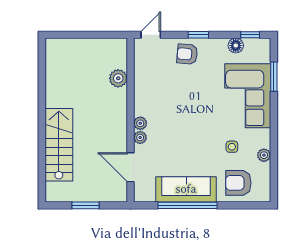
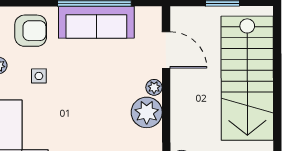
plant: (140, 123) -> (147, 112), width x1.88, depth x1.88
stairs: (59, 145) -> (247, 78), width x1.36, depth x1.51

